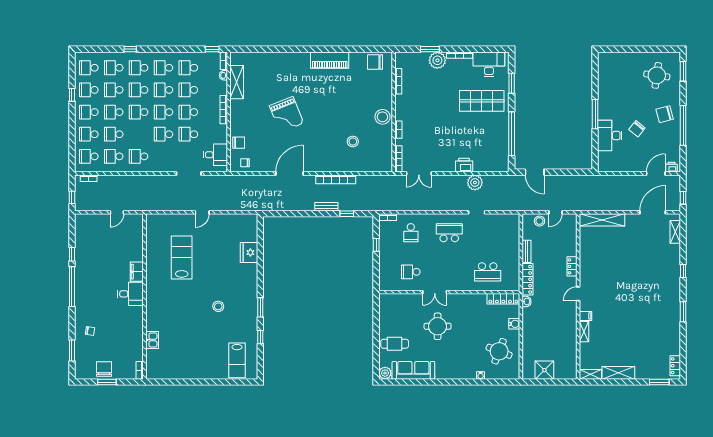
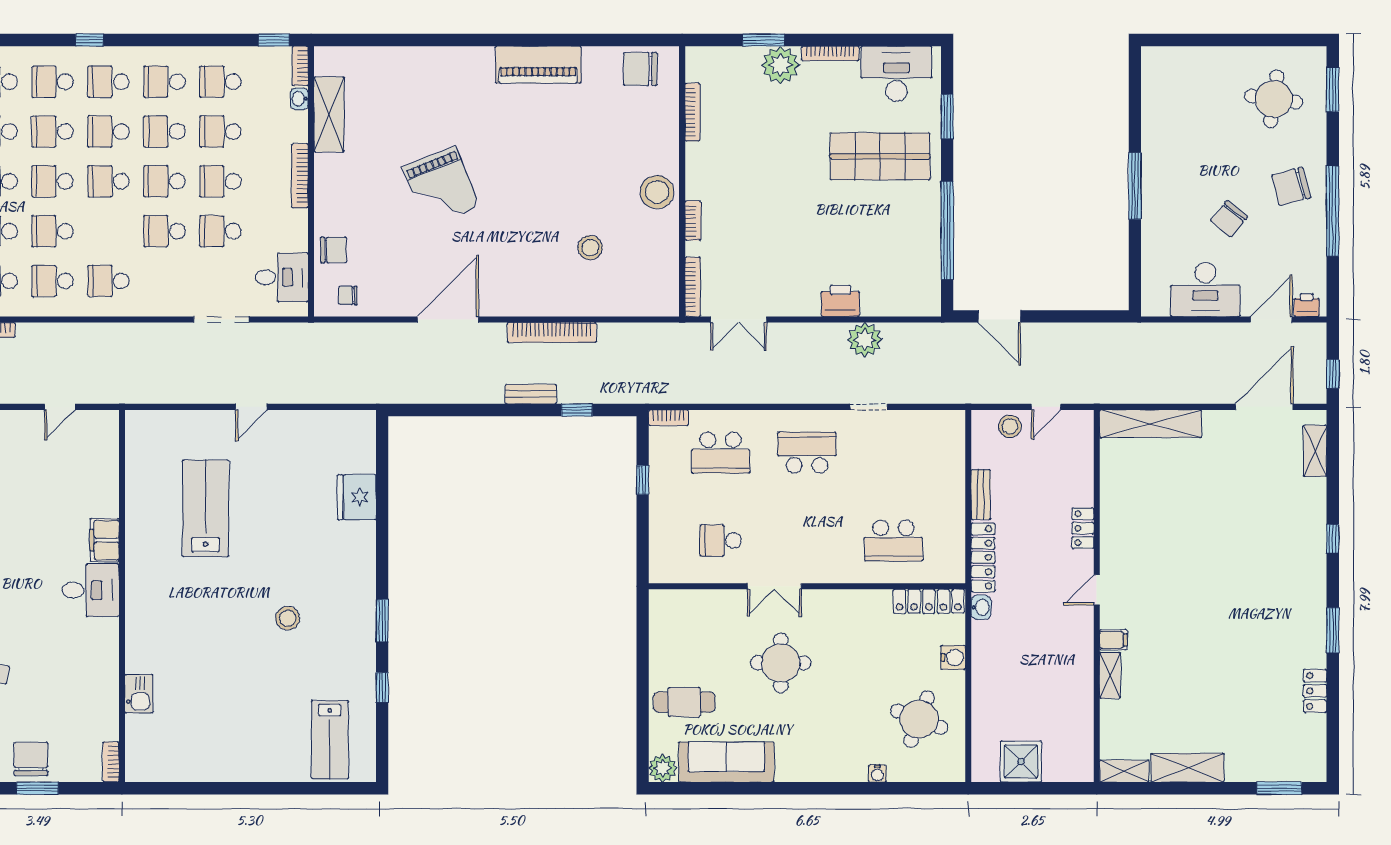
desk: (610, 136) -> (1205, 289), moved, turned -90
school desk: (411, 233) -> (721, 453), width x1.85
locker: (675, 366) -> (1315, 691), moved

